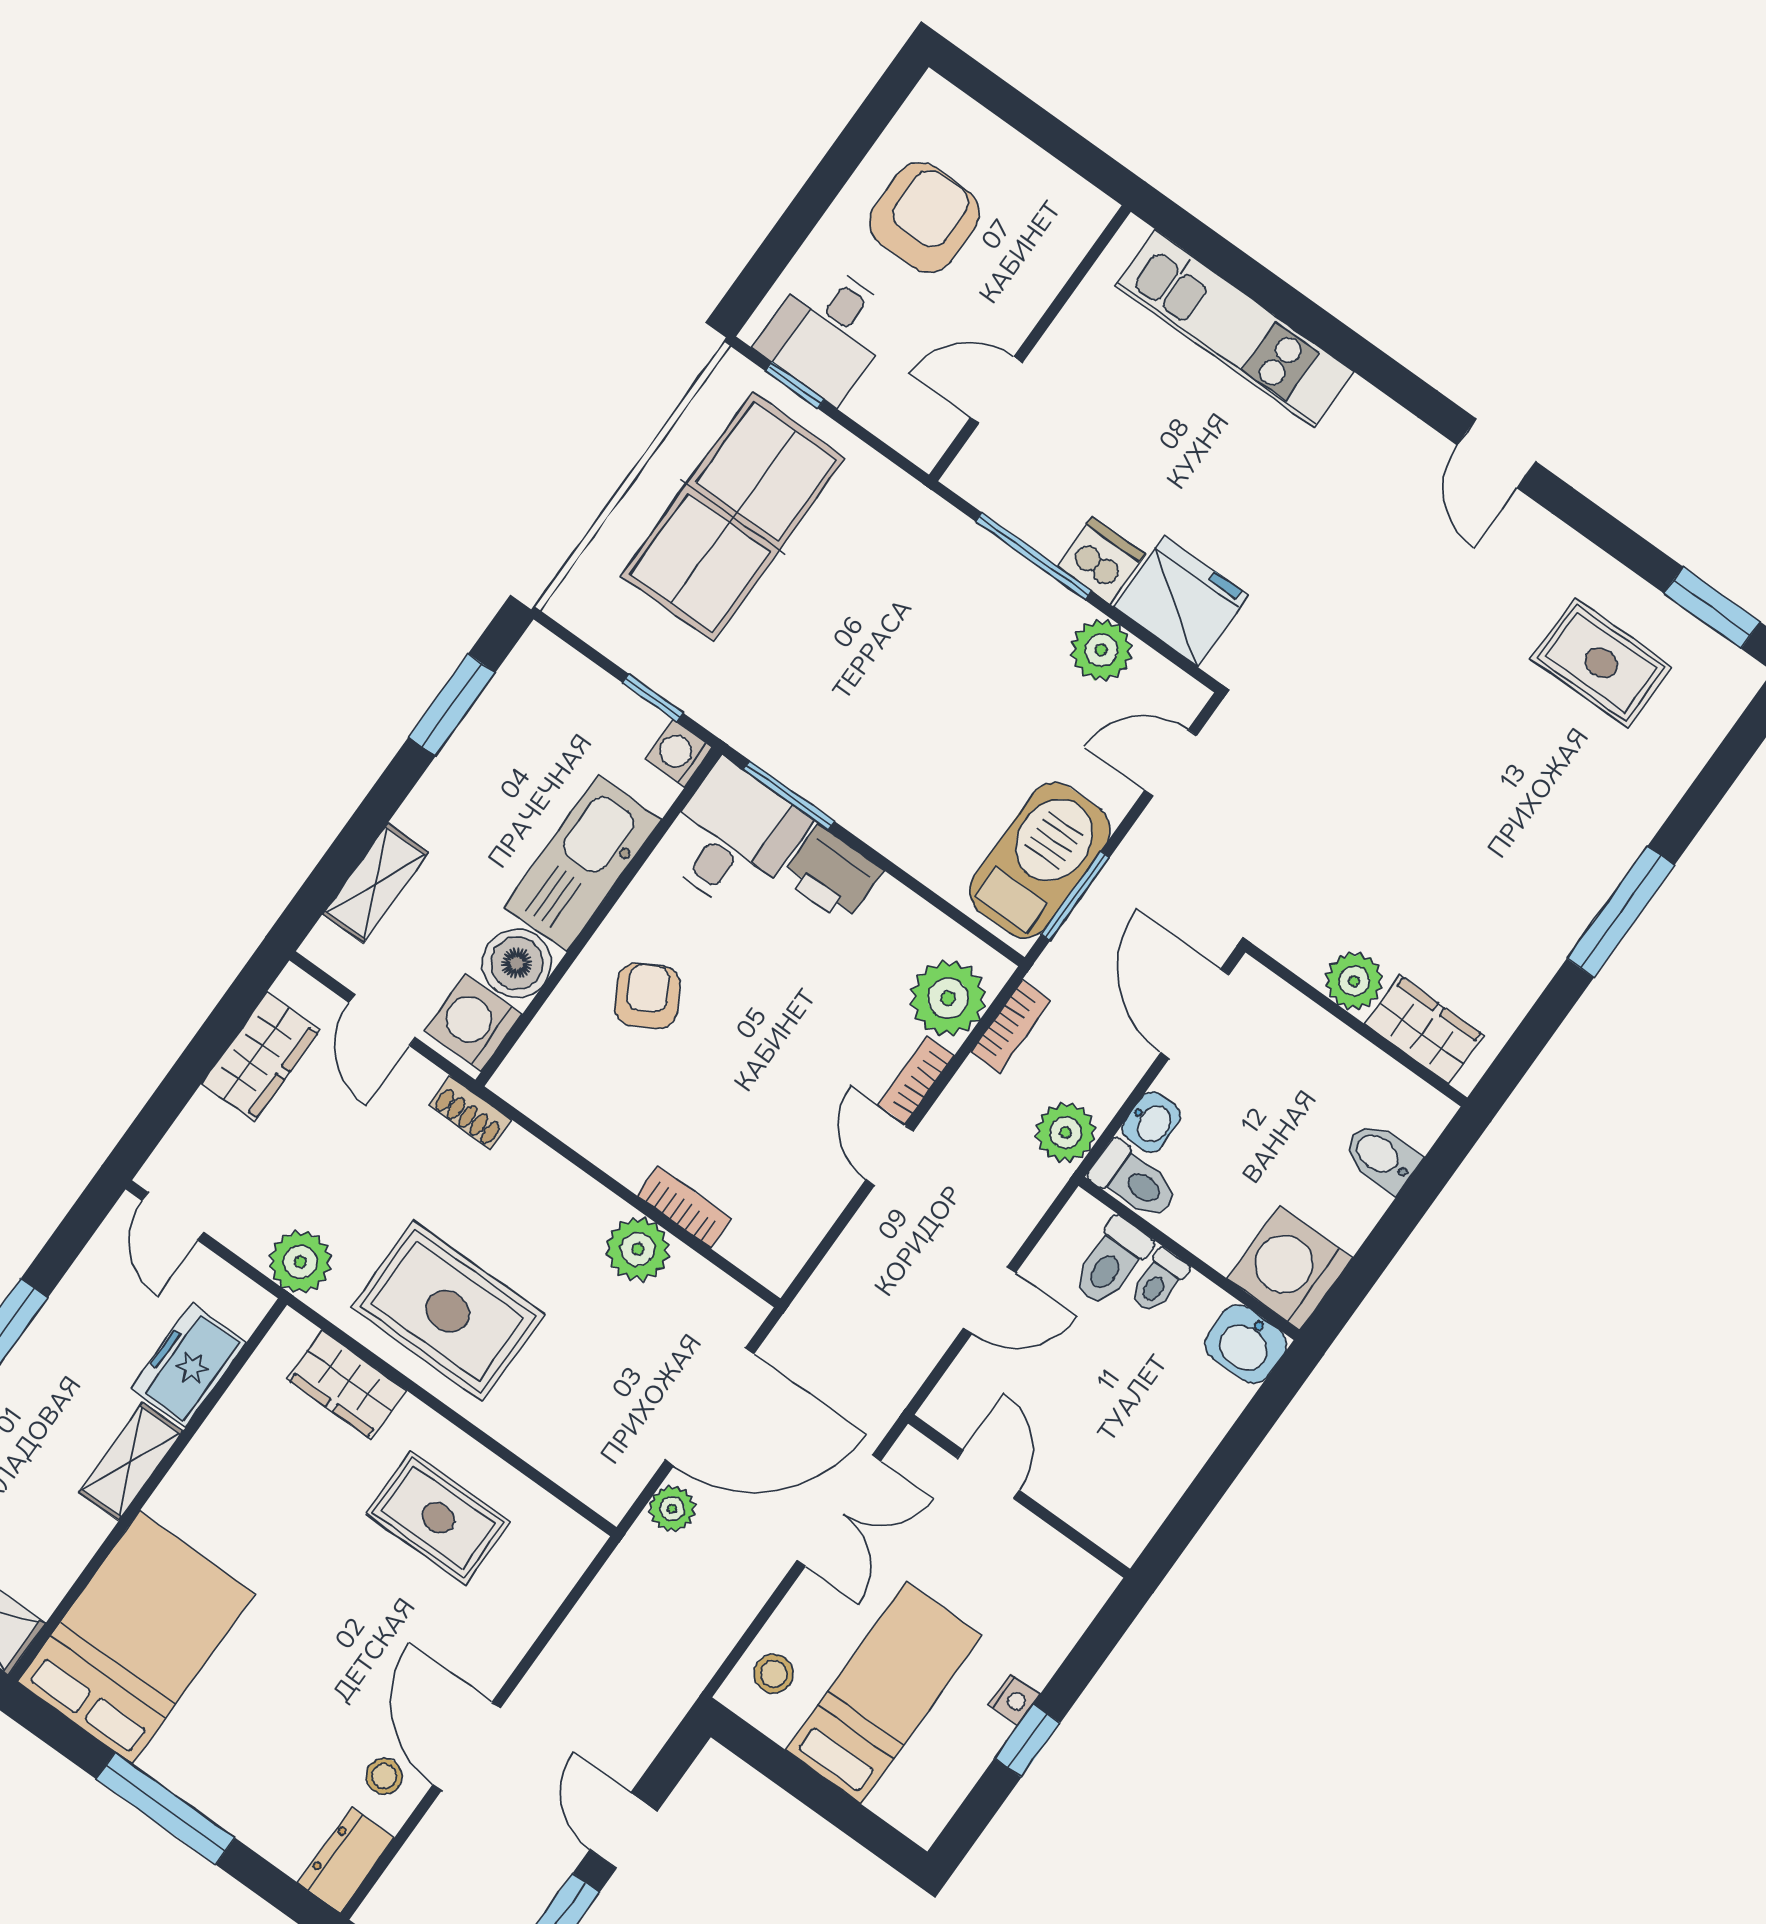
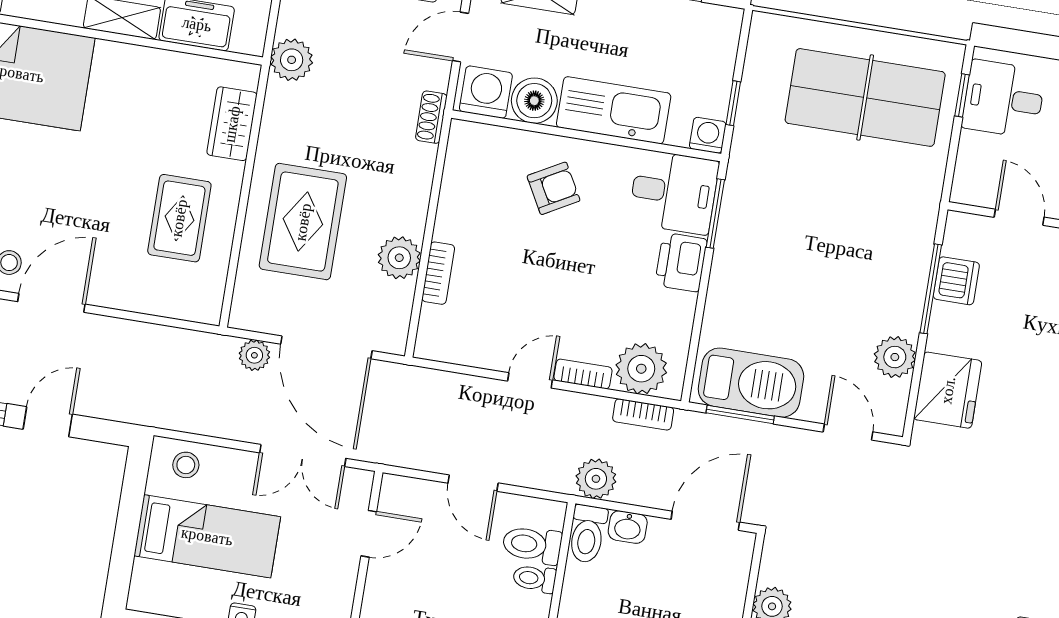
dishwasher: (1101, 560) -> (956, 281), moved
rug: (448, 1311) -> (303, 222), moved

